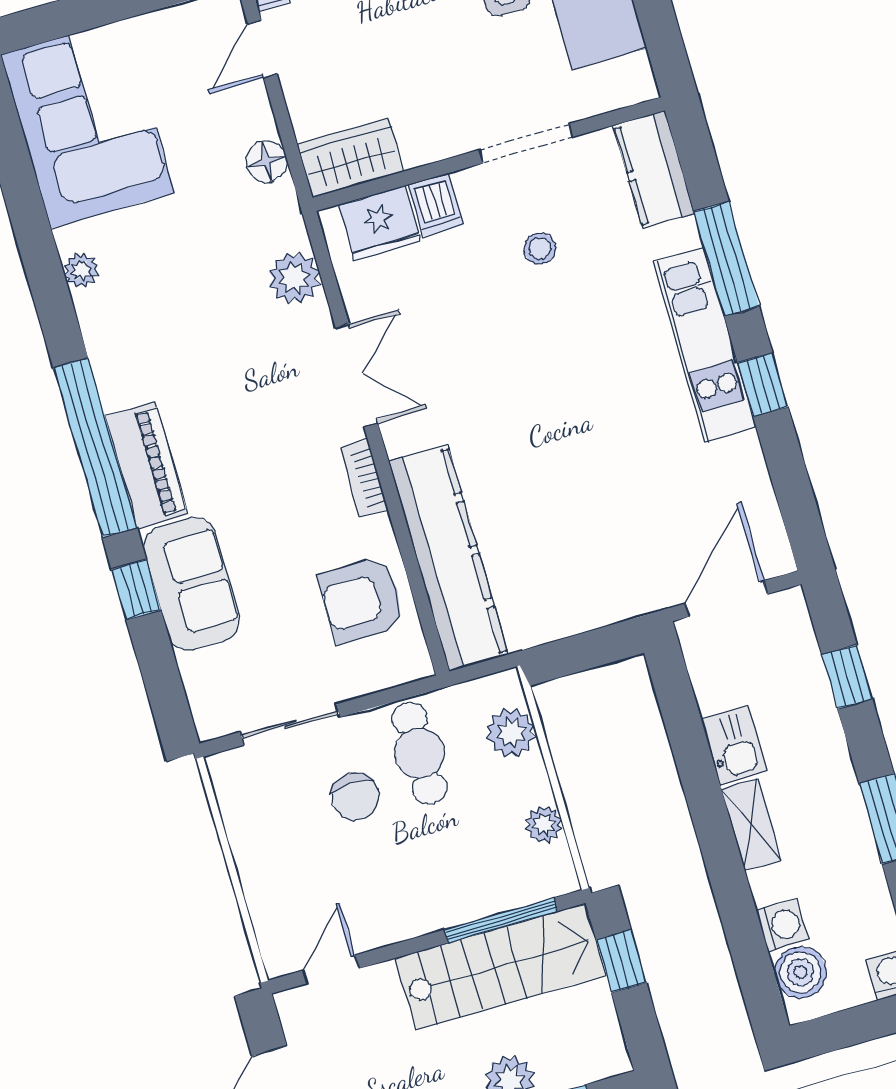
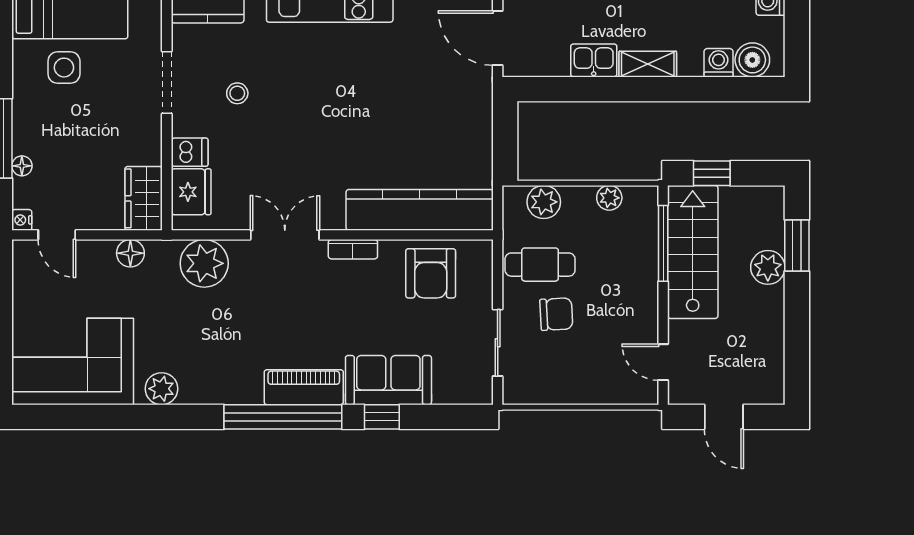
plant: (81, 270) -> (161, 389), width x1.38, depth x1.38
plant: (294, 278) -> (204, 263), width x1.36, depth x1.36

